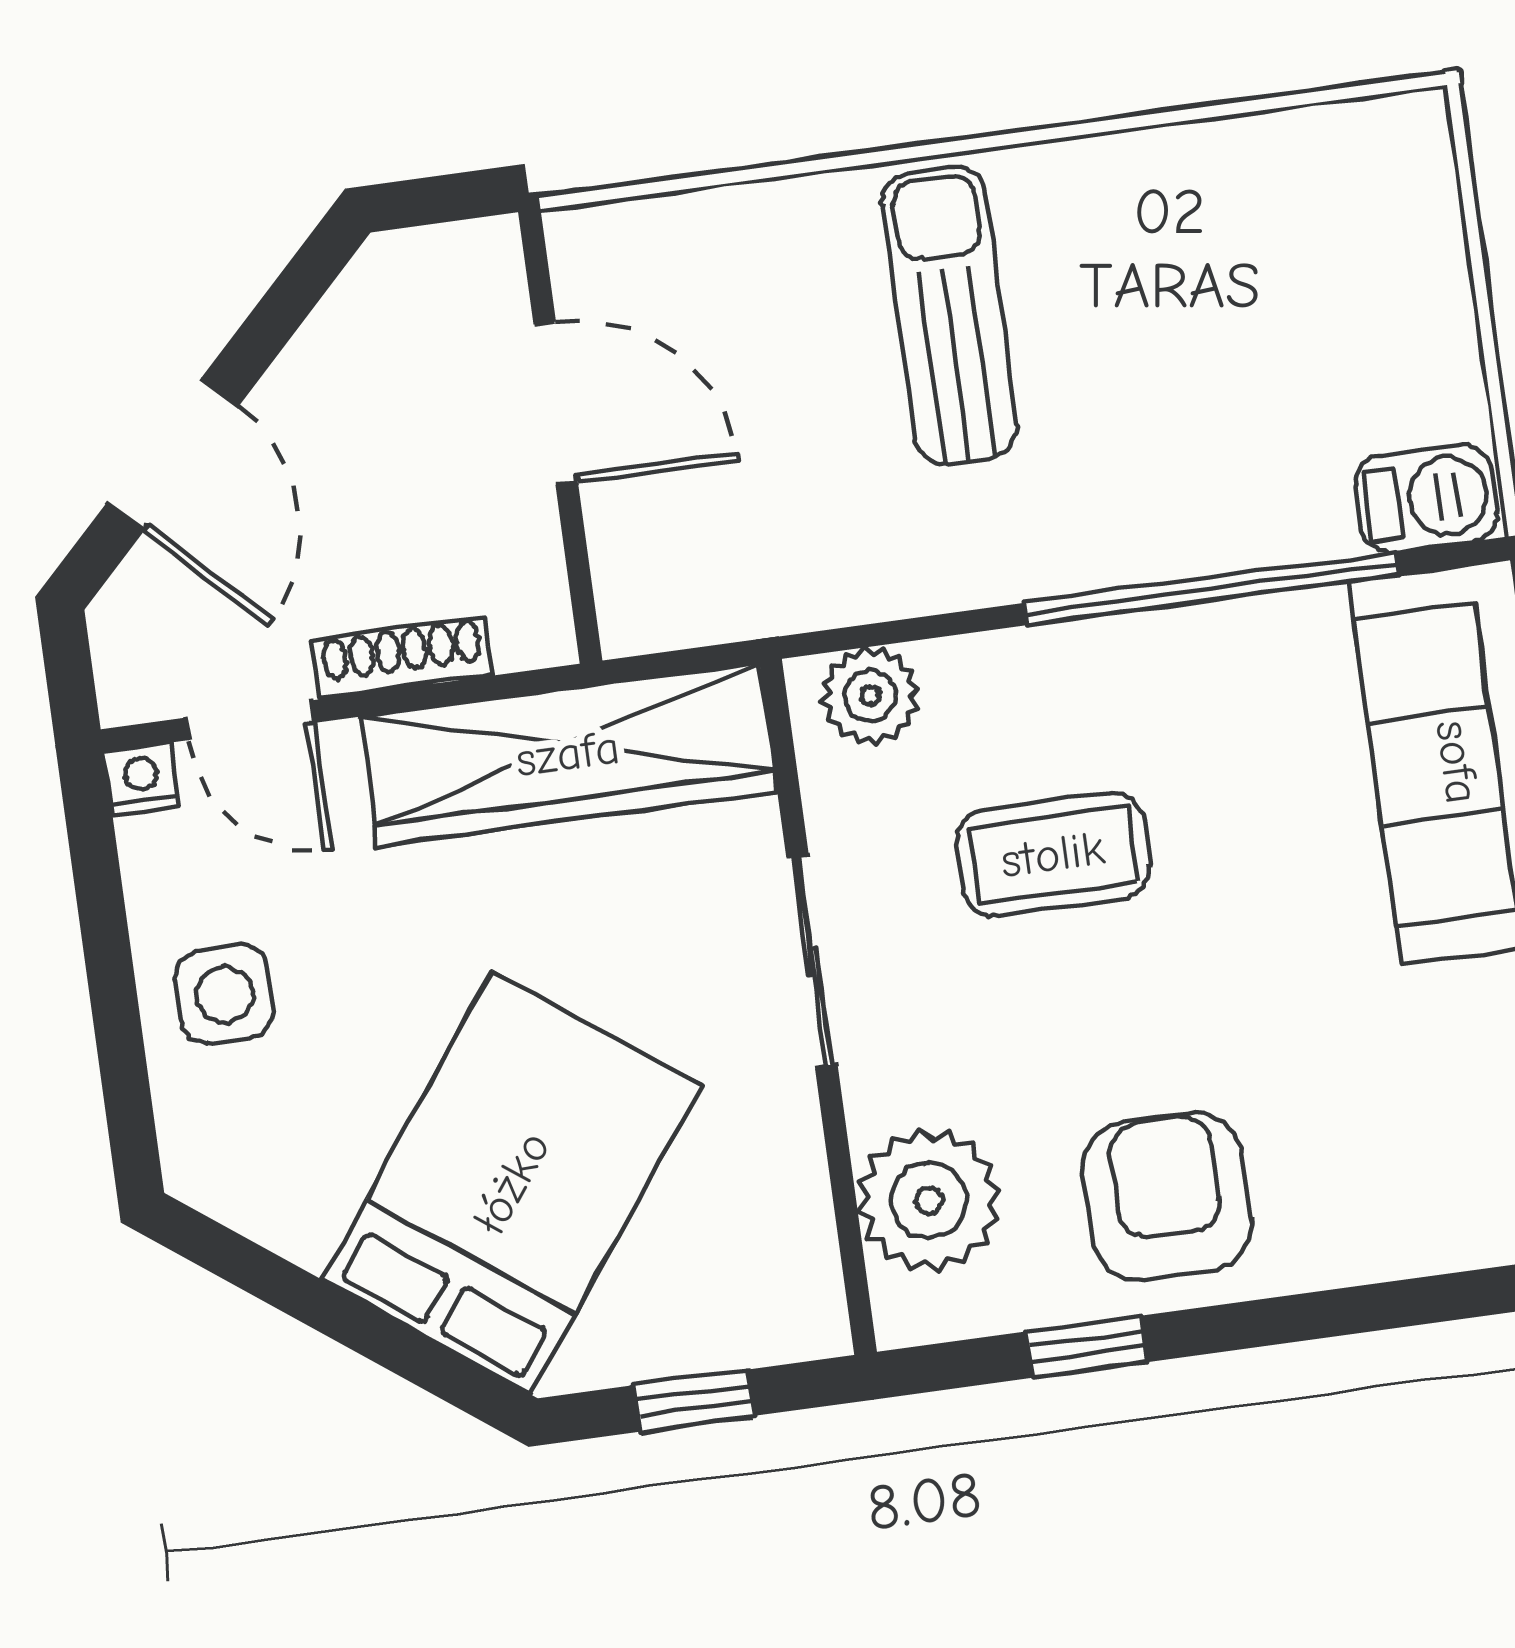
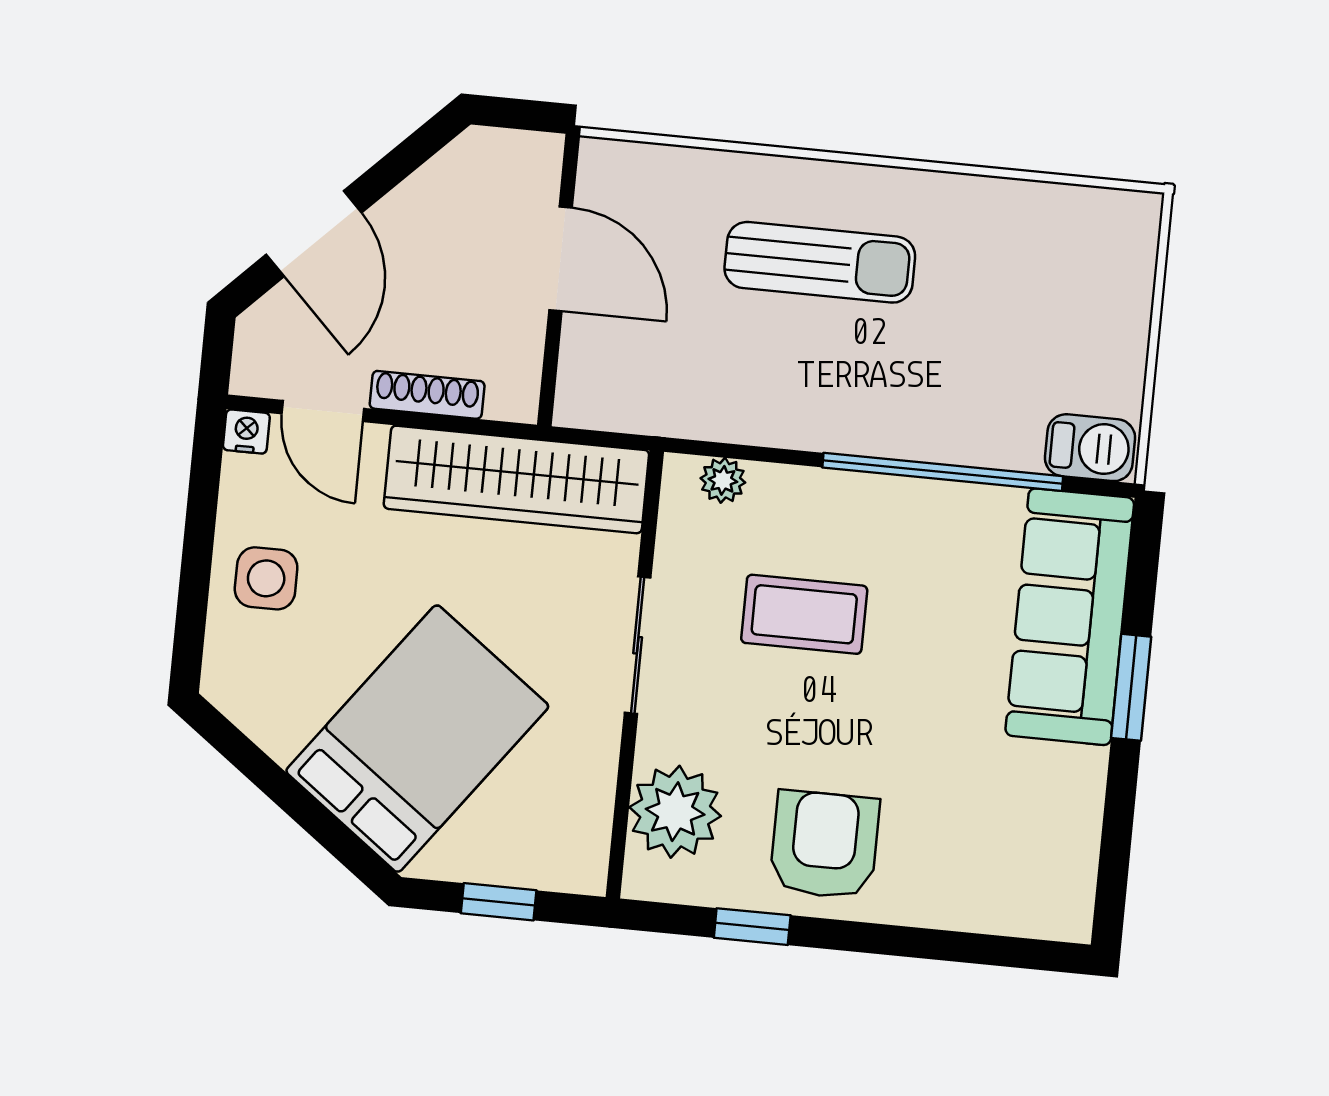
sun lounger: (950, 315) -> (820, 262), turned 90
plant: (870, 696) -> (723, 480), width x0.73, depth x0.73

